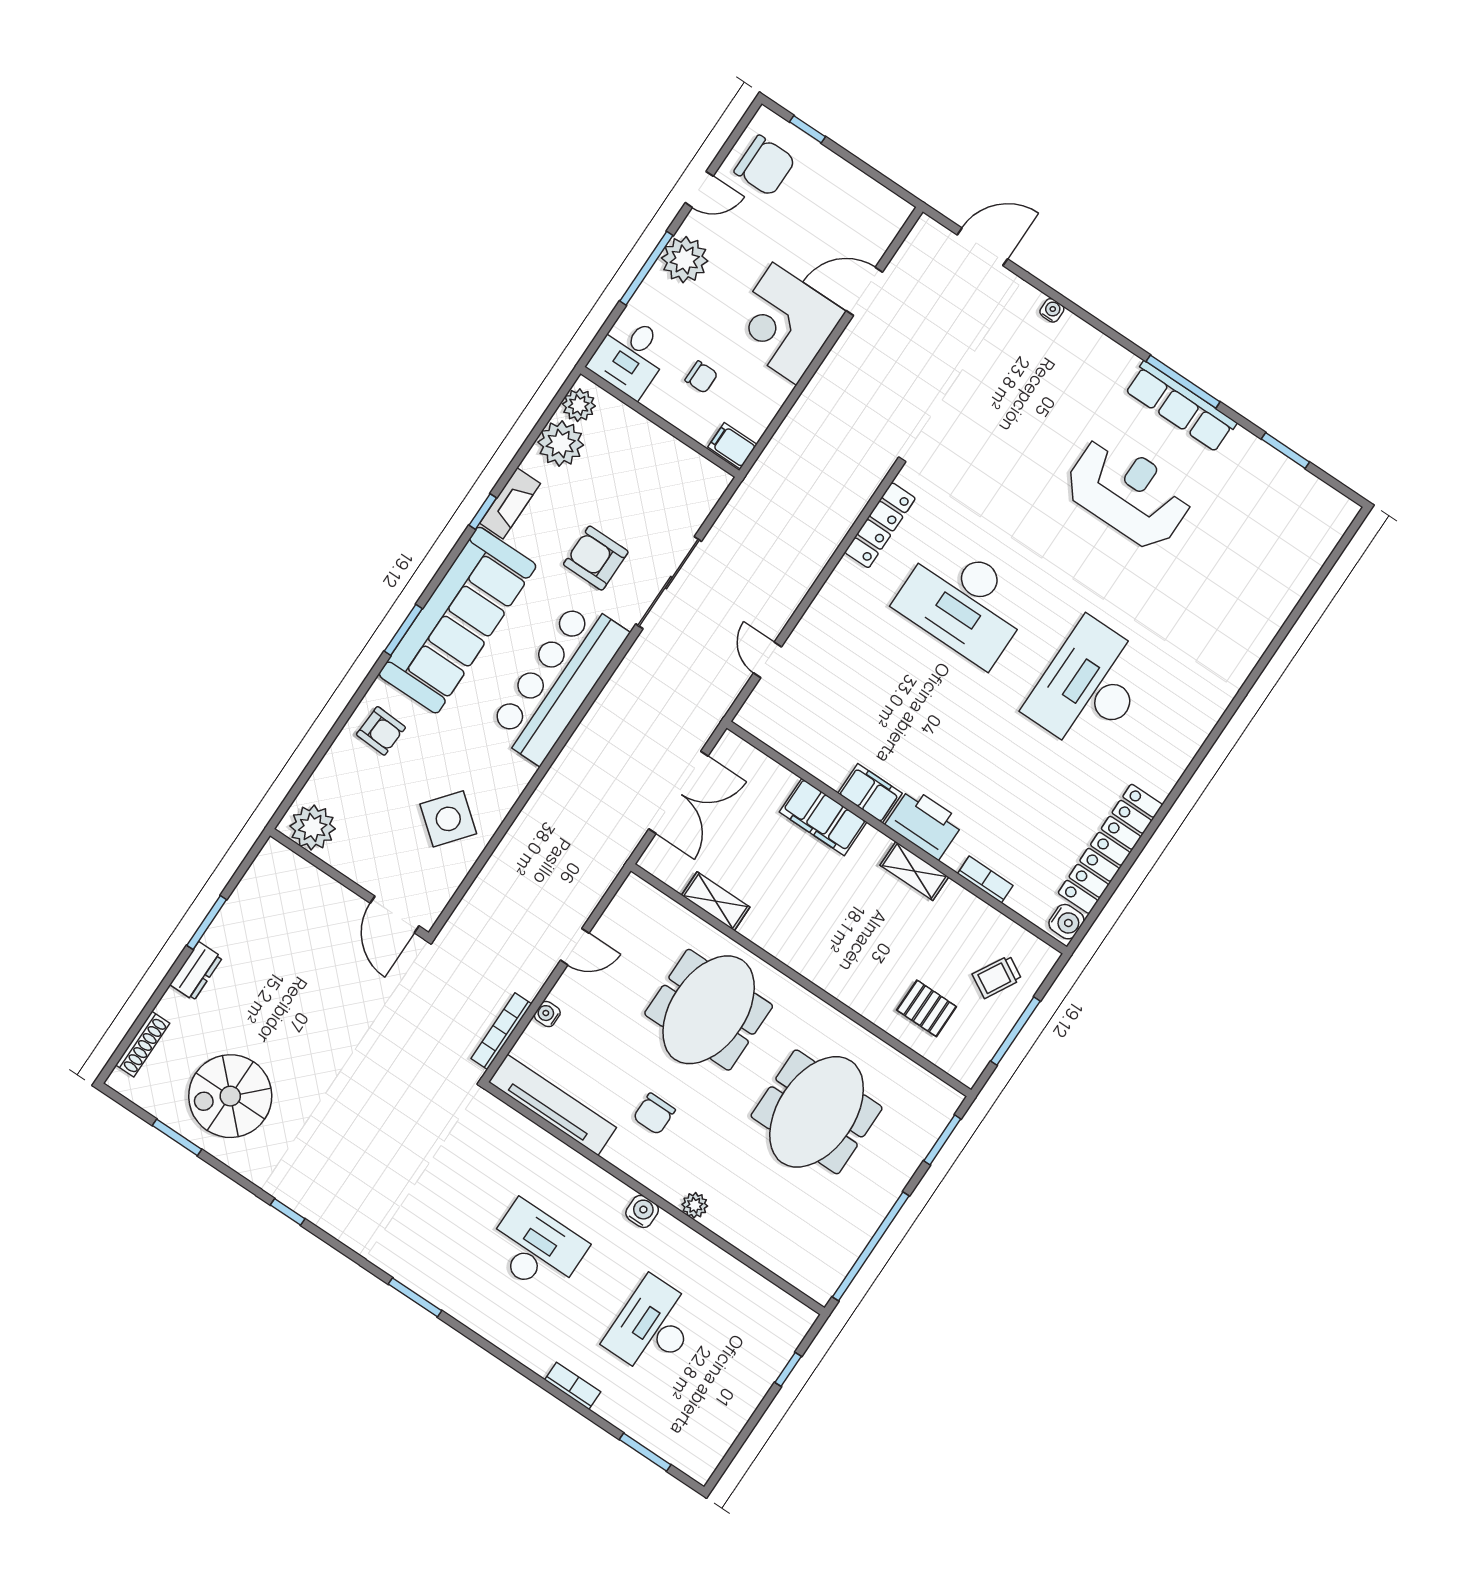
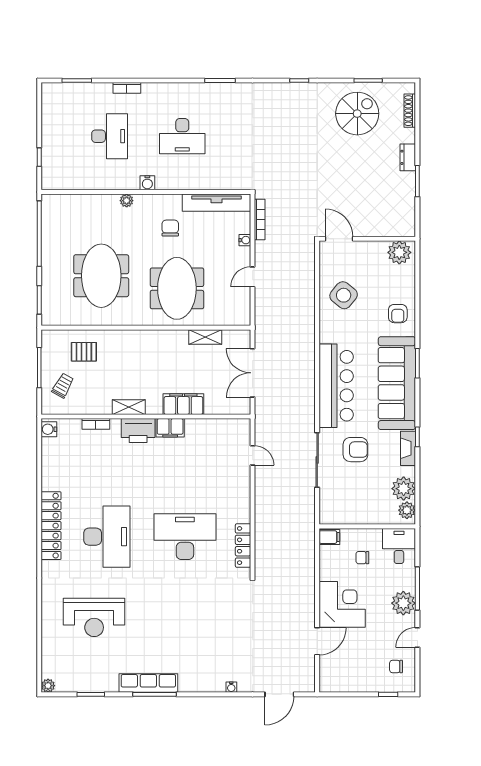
chair: (765, 166) -> (396, 666), width x0.54, depth x0.54
reception desk: (1129, 492) -> (94, 617), moved
plant: (1345, 511) -> (48, 686), added
armchair: (381, 731) -> (398, 314), turned -93
locker: (1110, 849) -> (51, 526), moved

